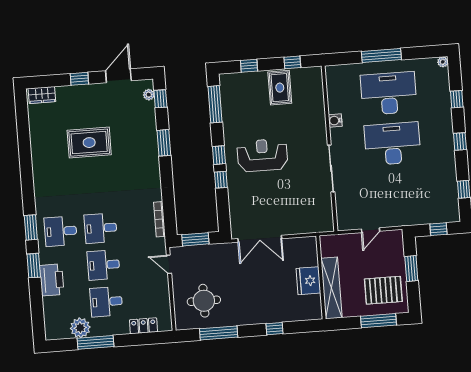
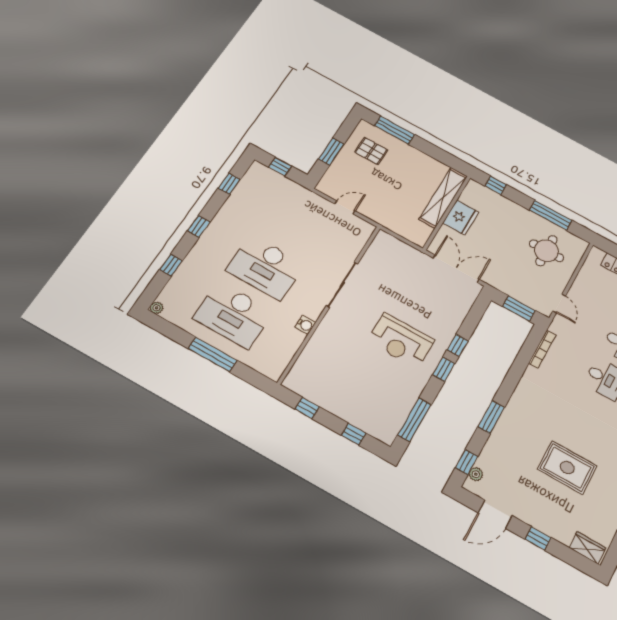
rug: (280, 88) -> (338, 392), removed
wall: (321, 277) -> (447, 213), moved
fridge: (308, 281) -> (461, 217), moved
shelving: (331, 288) -> (443, 198), moved
pallet: (383, 290) -> (371, 151), width x0.67, depth x0.71

